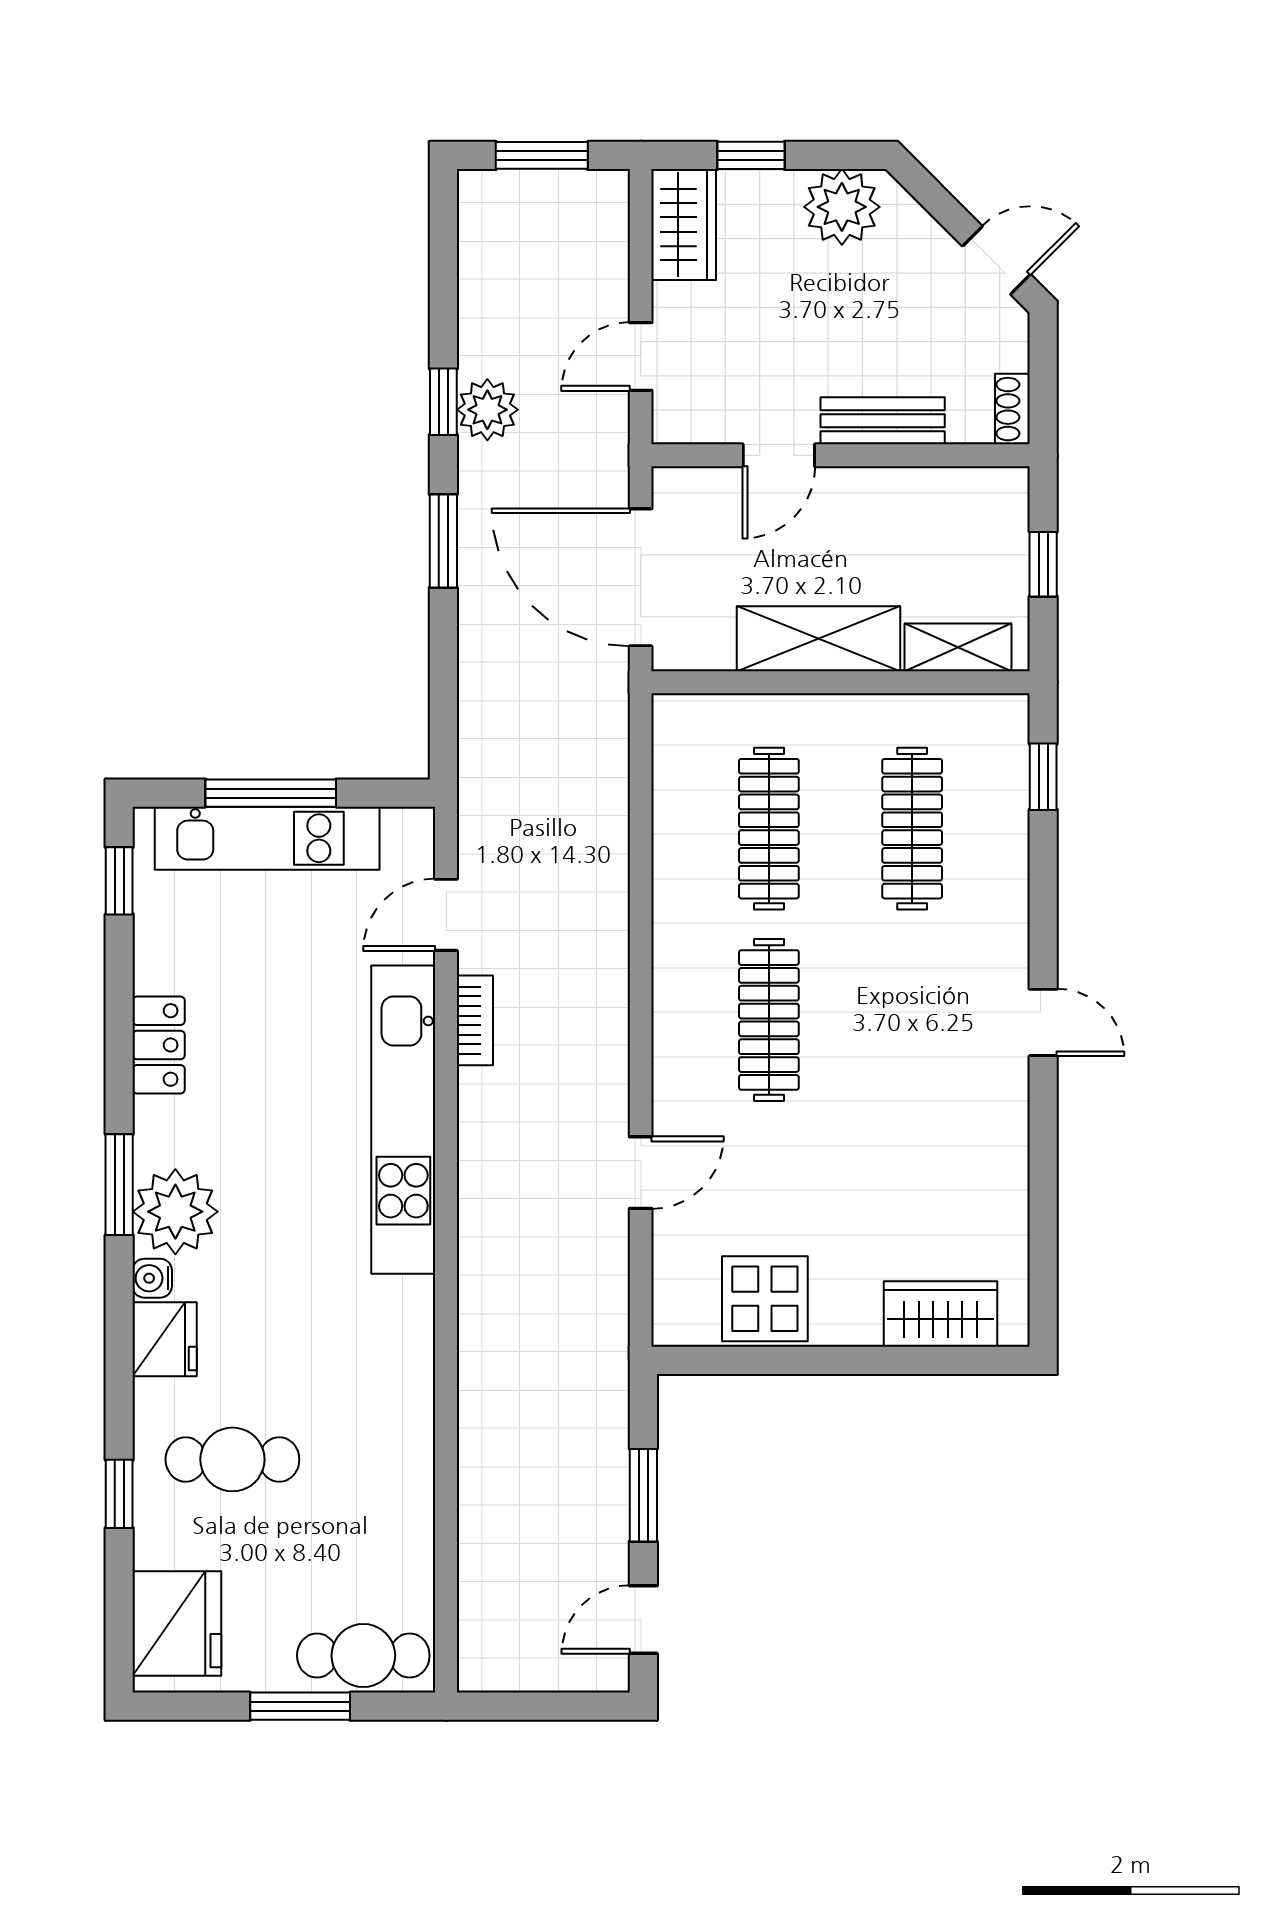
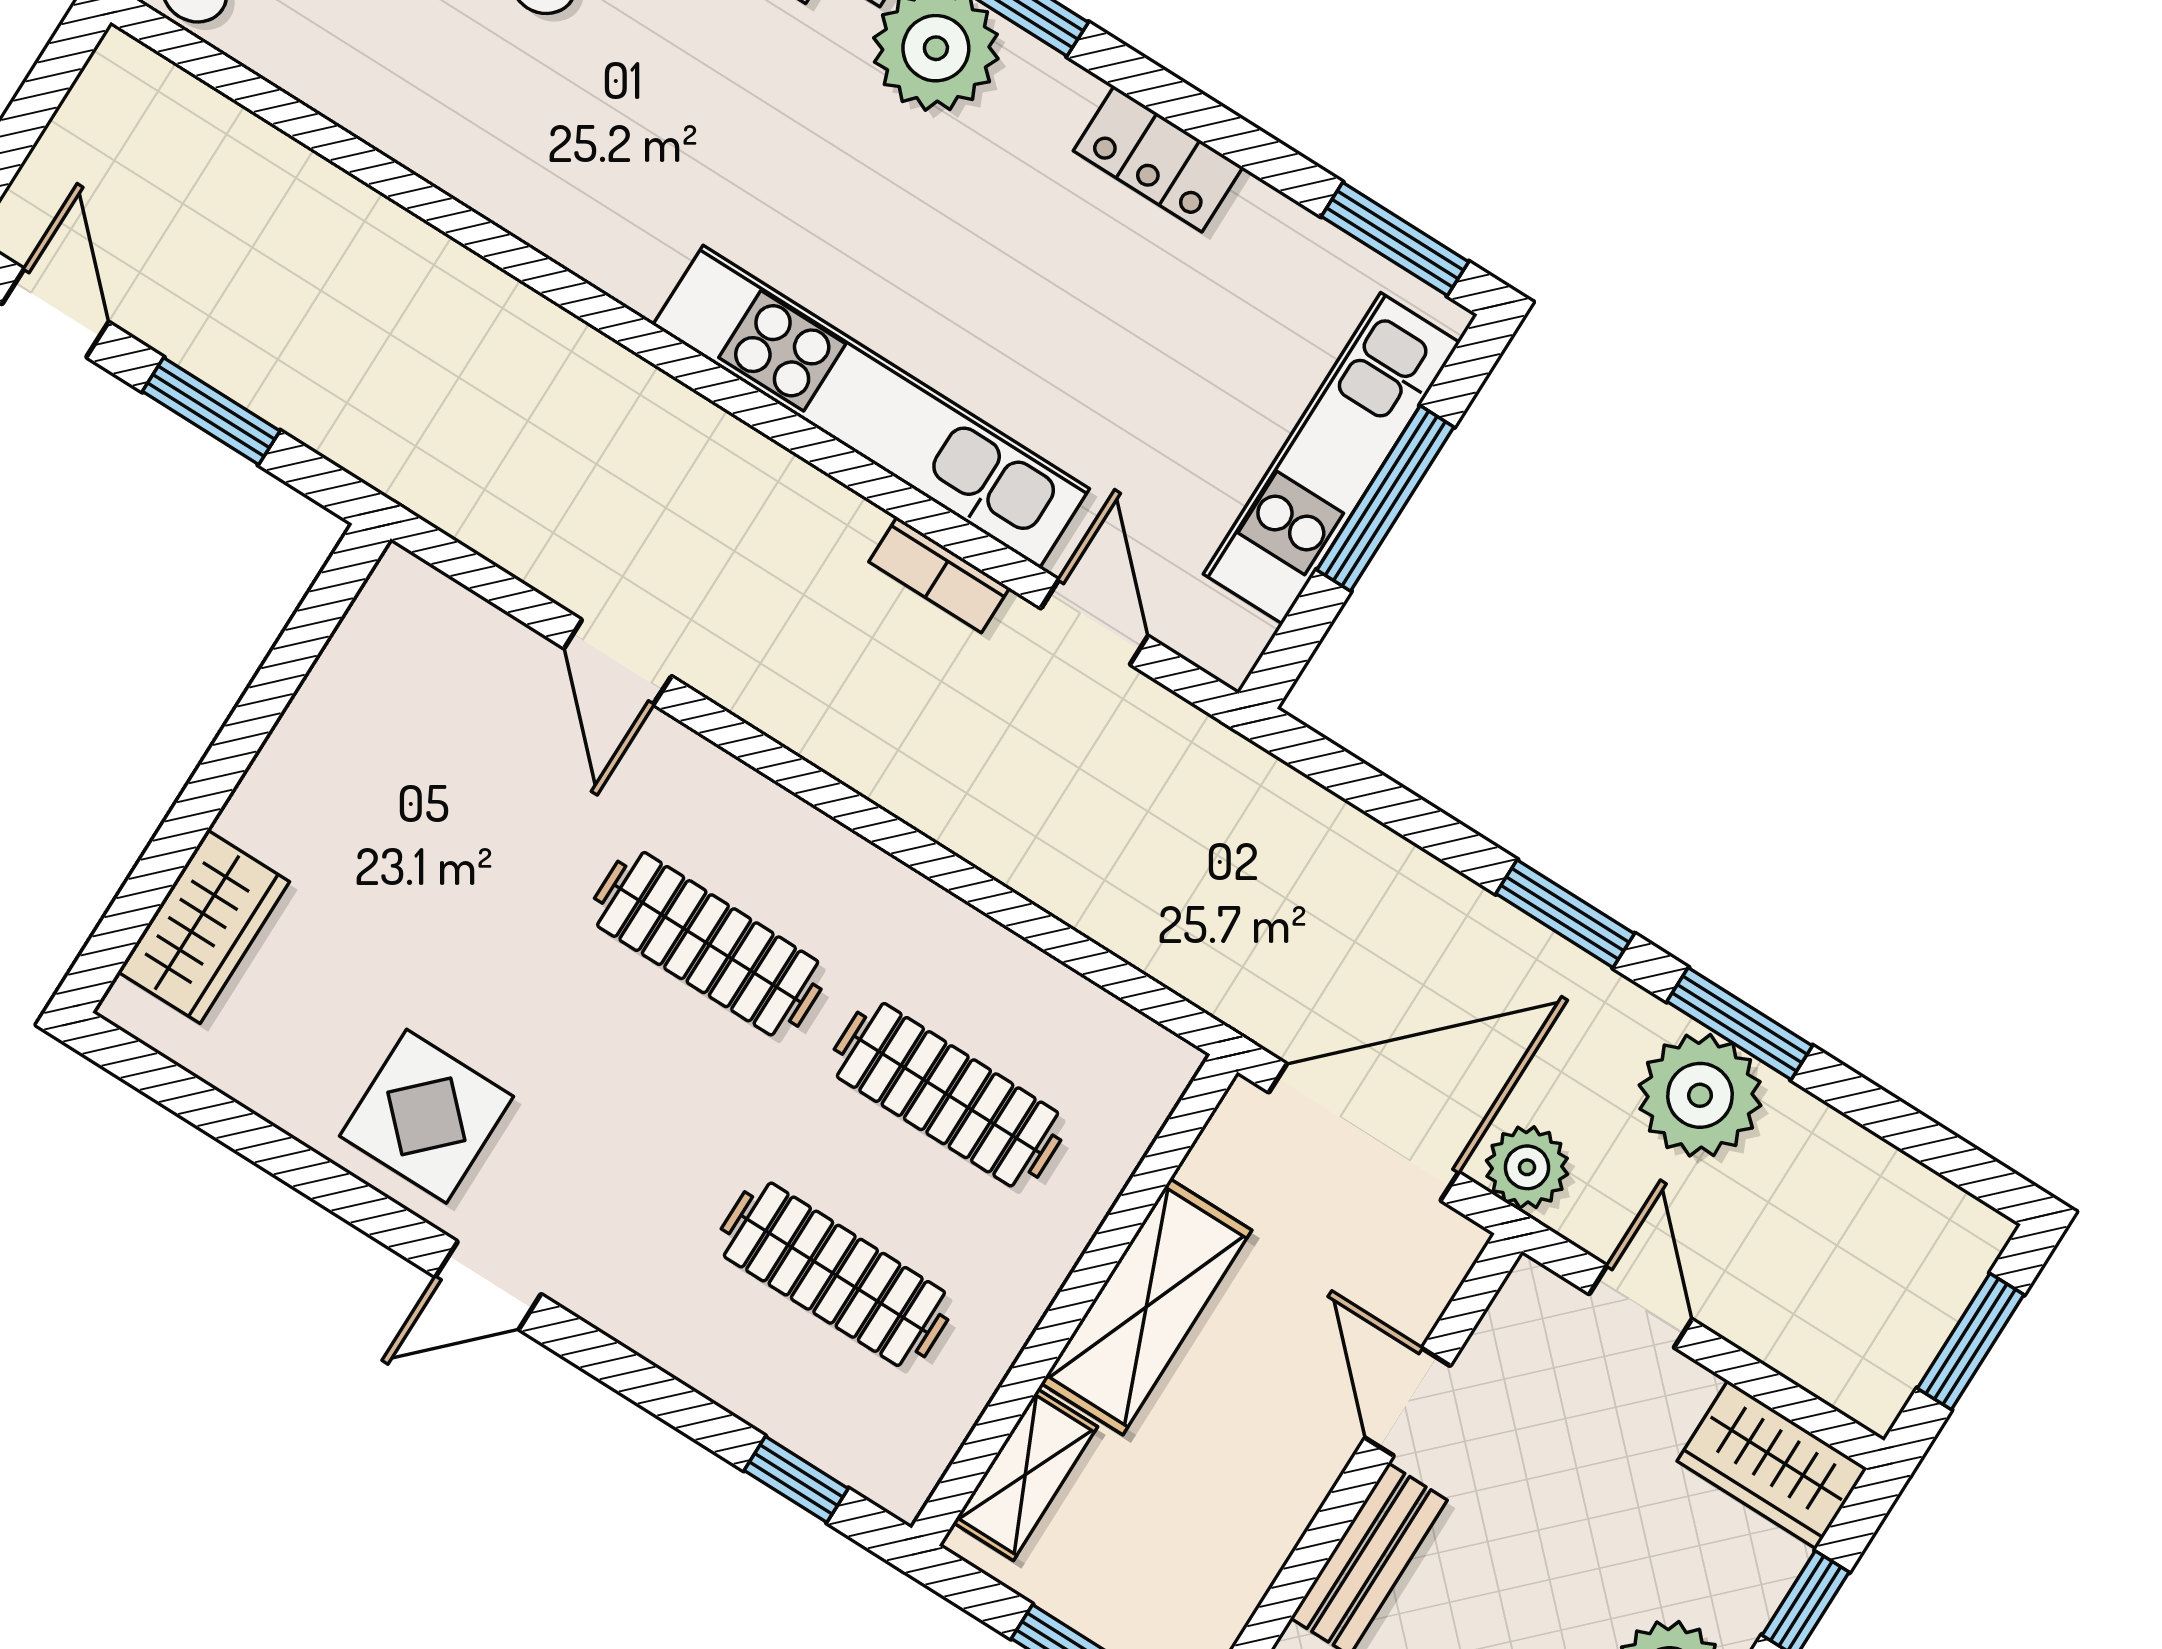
window: (443, 402) -> (1740, 1024), width x1.50
plant: (487, 410) -> (1700, 1095), width x1.36, depth x1.36
plant: (602, 471) -> (1527, 1167), added
window: (119, 881) -> (1395, 239), width x1.50
display table: (765, 1299) -> (426, 1116), moved

